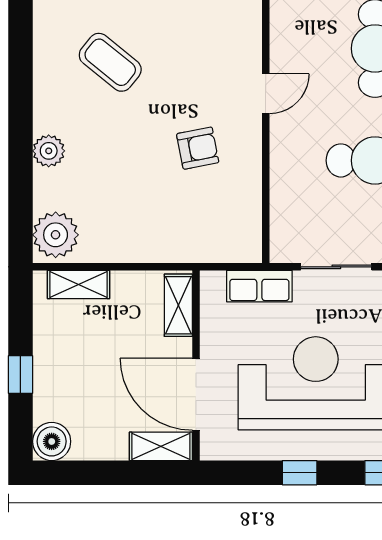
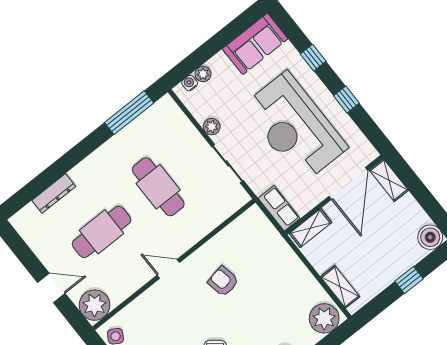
row of seats: (259, 286) -> (279, 208), moved

